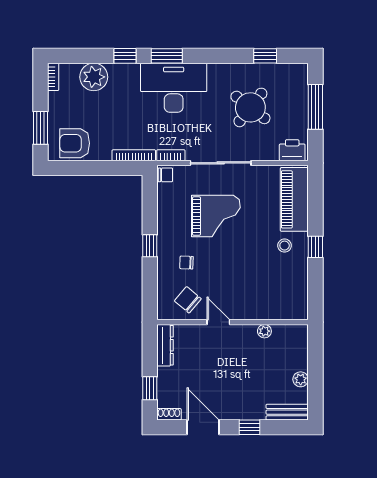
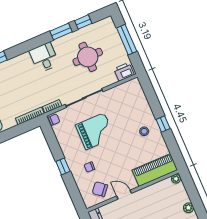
window: (167, 56) -> (61, 32), moved
desk: (174, 88) -> (44, 58), width x0.53, depth x0.77
round table: (250, 107) -> (88, 57), turned -38
piano: (294, 199) -> (155, 170), moved, turned 90
plant: (264, 331) -> (176, 179), moved

